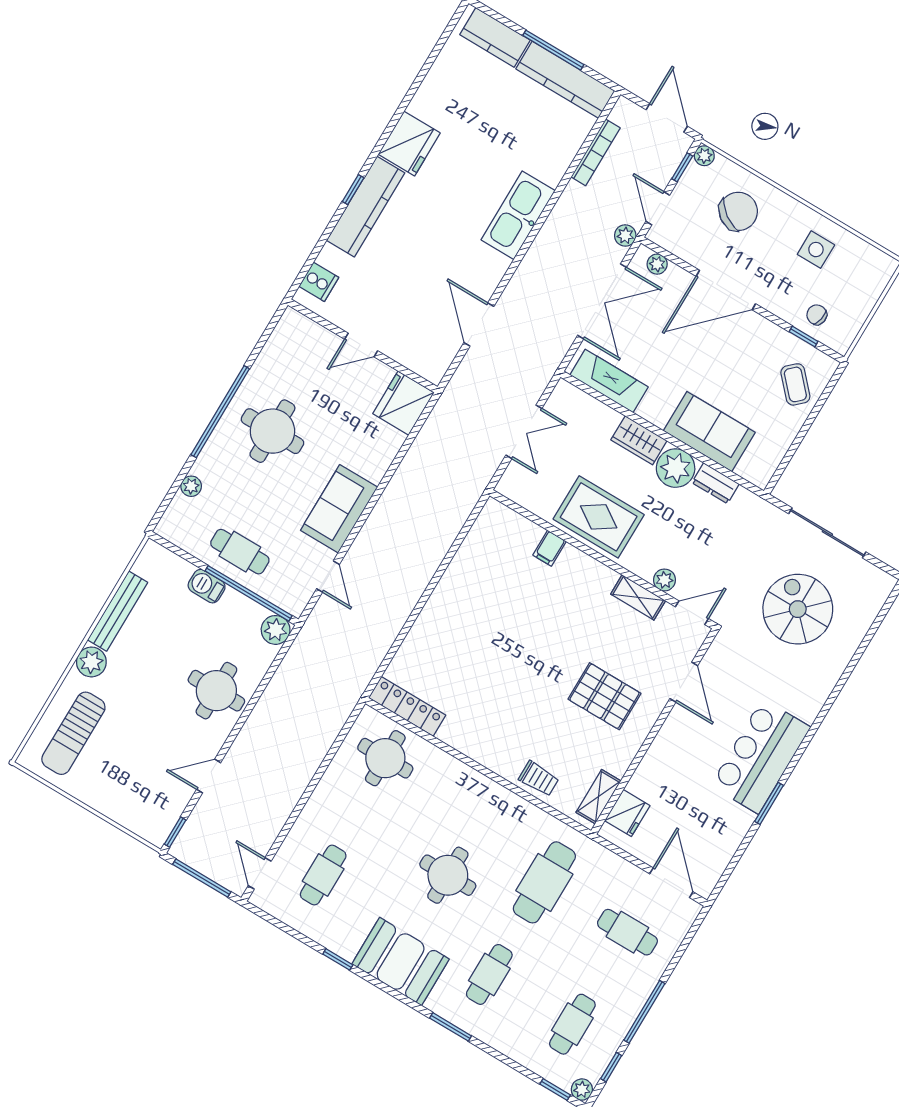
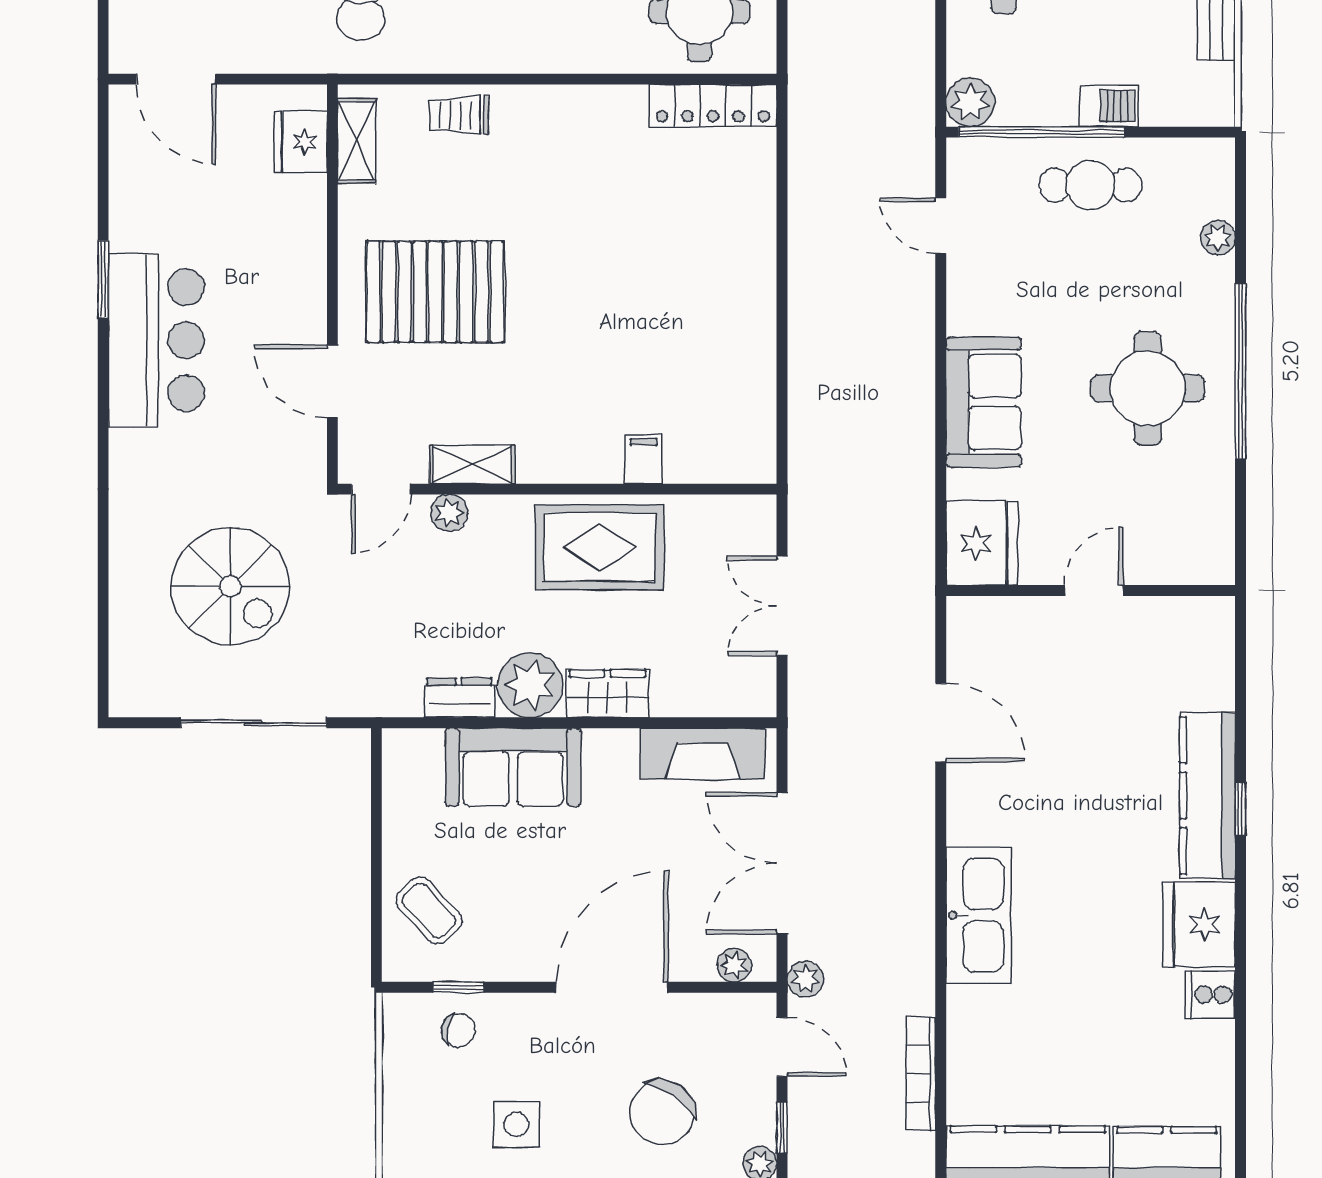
cooker: (319, 282) -> (1210, 995), moved
sofa: (339, 509) -> (984, 402), moved
pallet: (604, 696) -> (435, 292), width x1.37, depth x1.41

